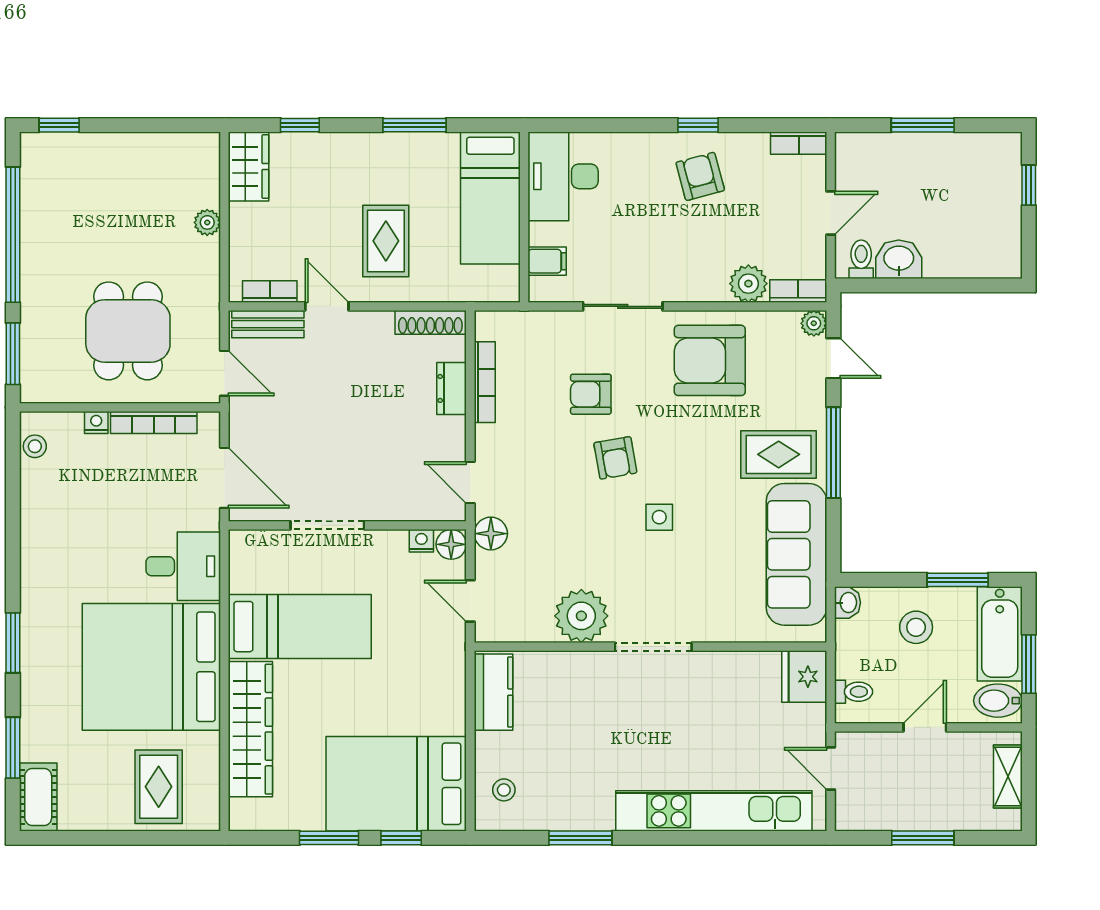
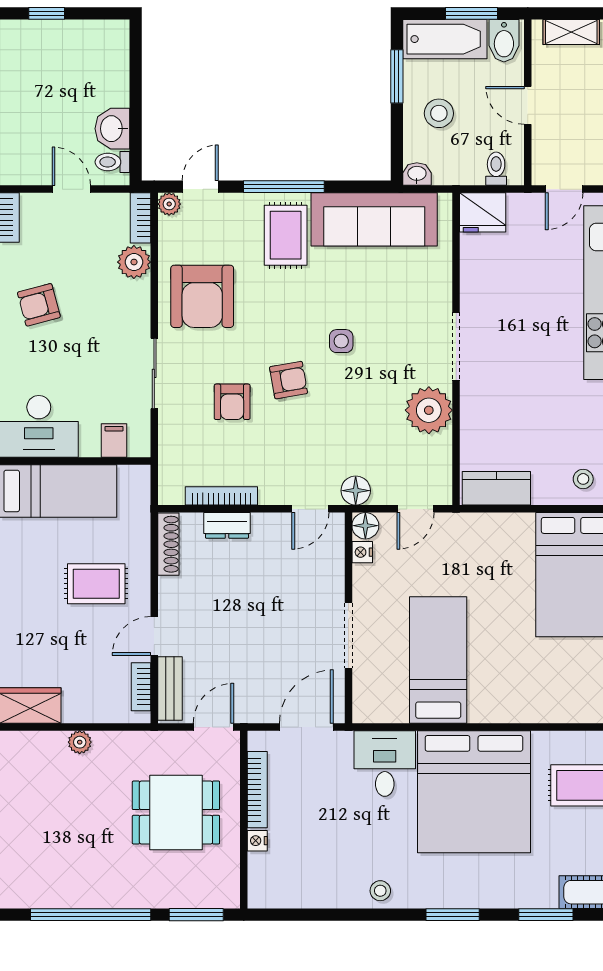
stool: (35, 446) -> (380, 891), moved
wardrobe: (250, 729) -> (529, 704), removed

